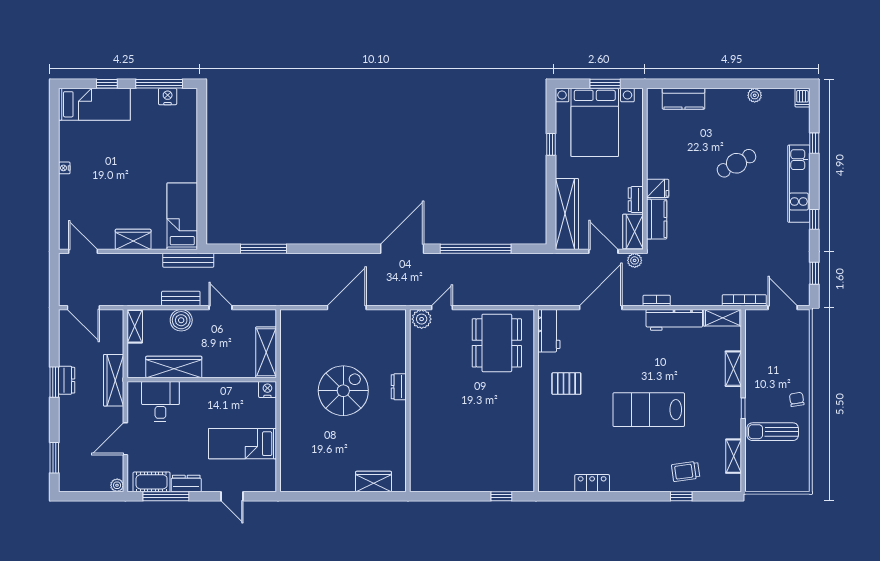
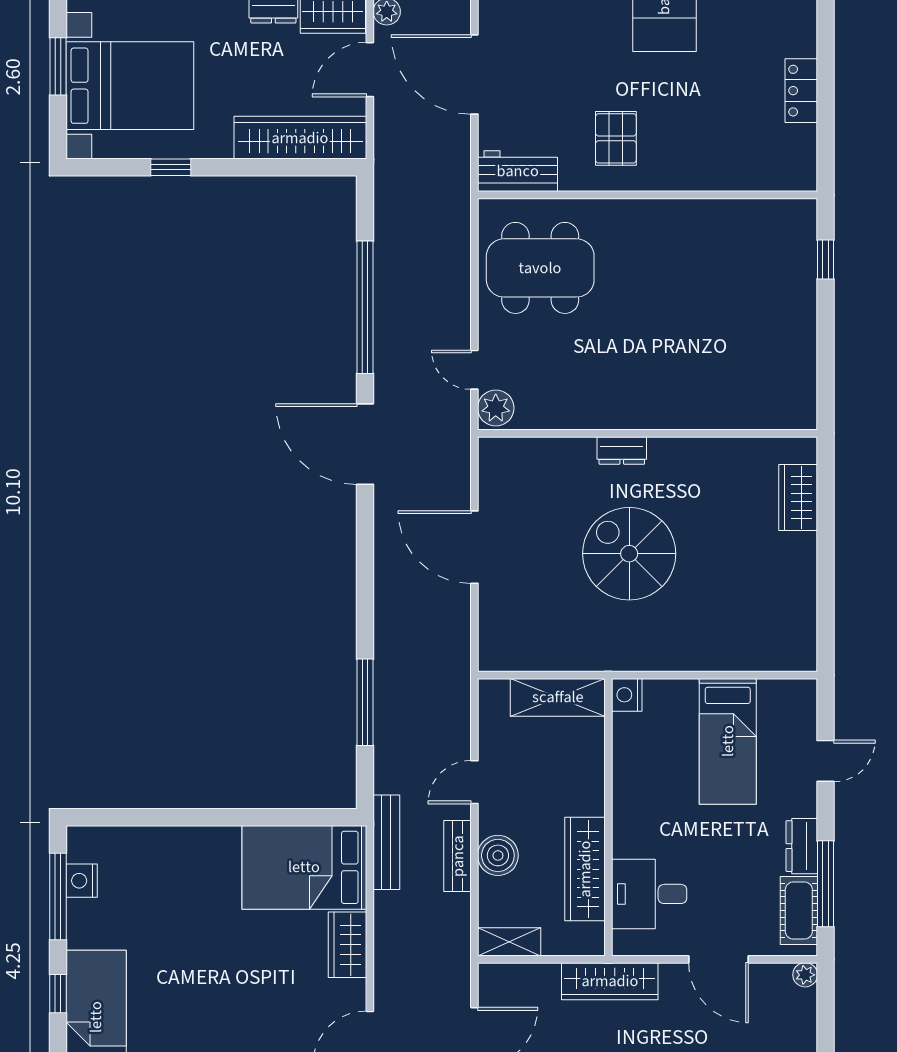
bed: (182, 216) -> (304, 867), width x1.50

